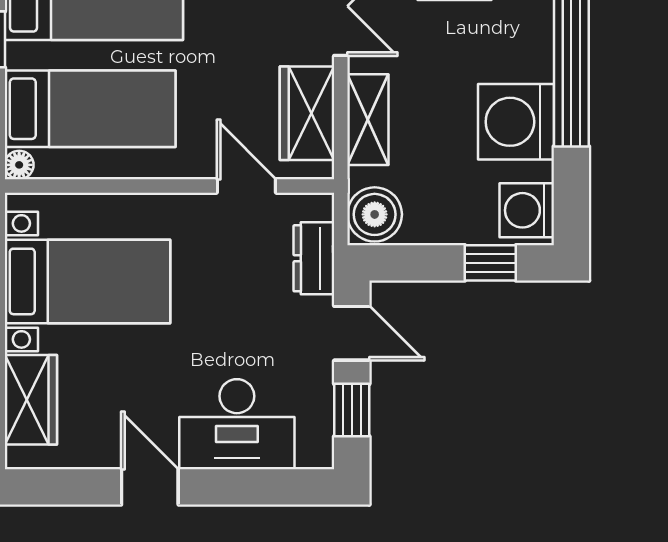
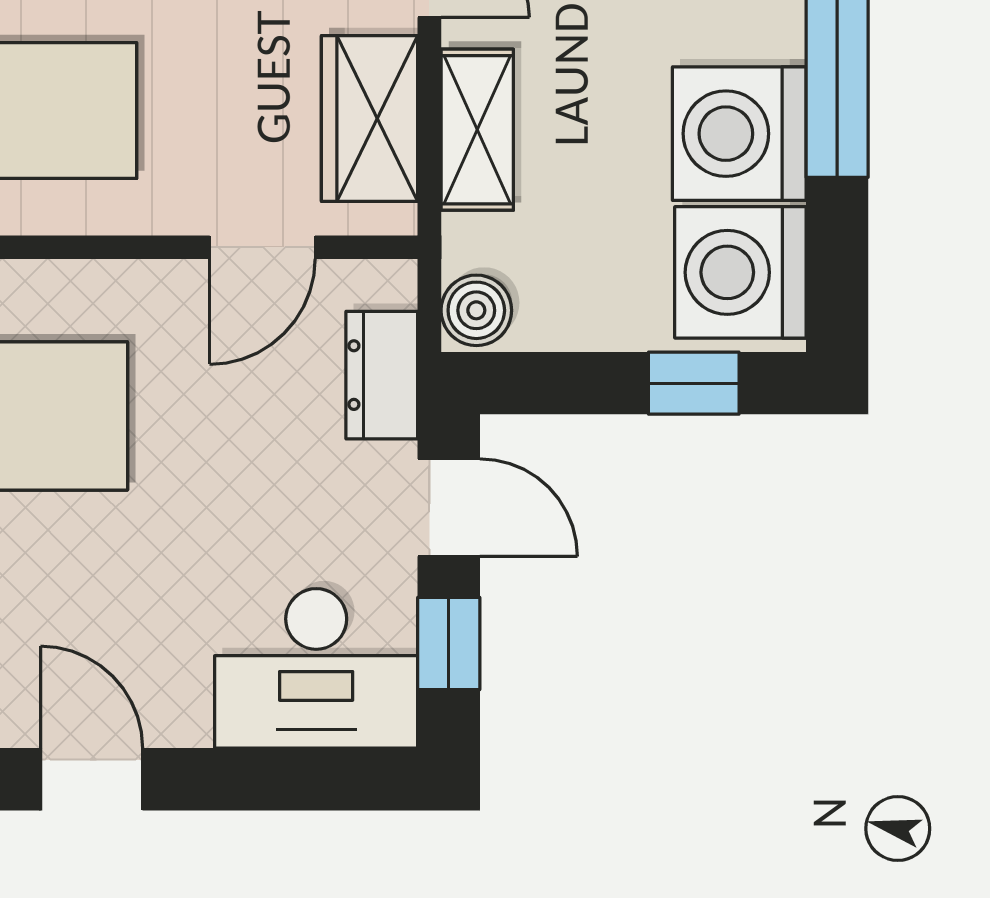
door: (246, 186) -> (262, 247), swing flipped
washing machine: (527, 210) -> (740, 272), width x1.37, depth x1.37
boiler: (375, 214) -> (476, 310), width x0.73, depth x0.73
desk: (237, 424) -> (316, 668), moved

